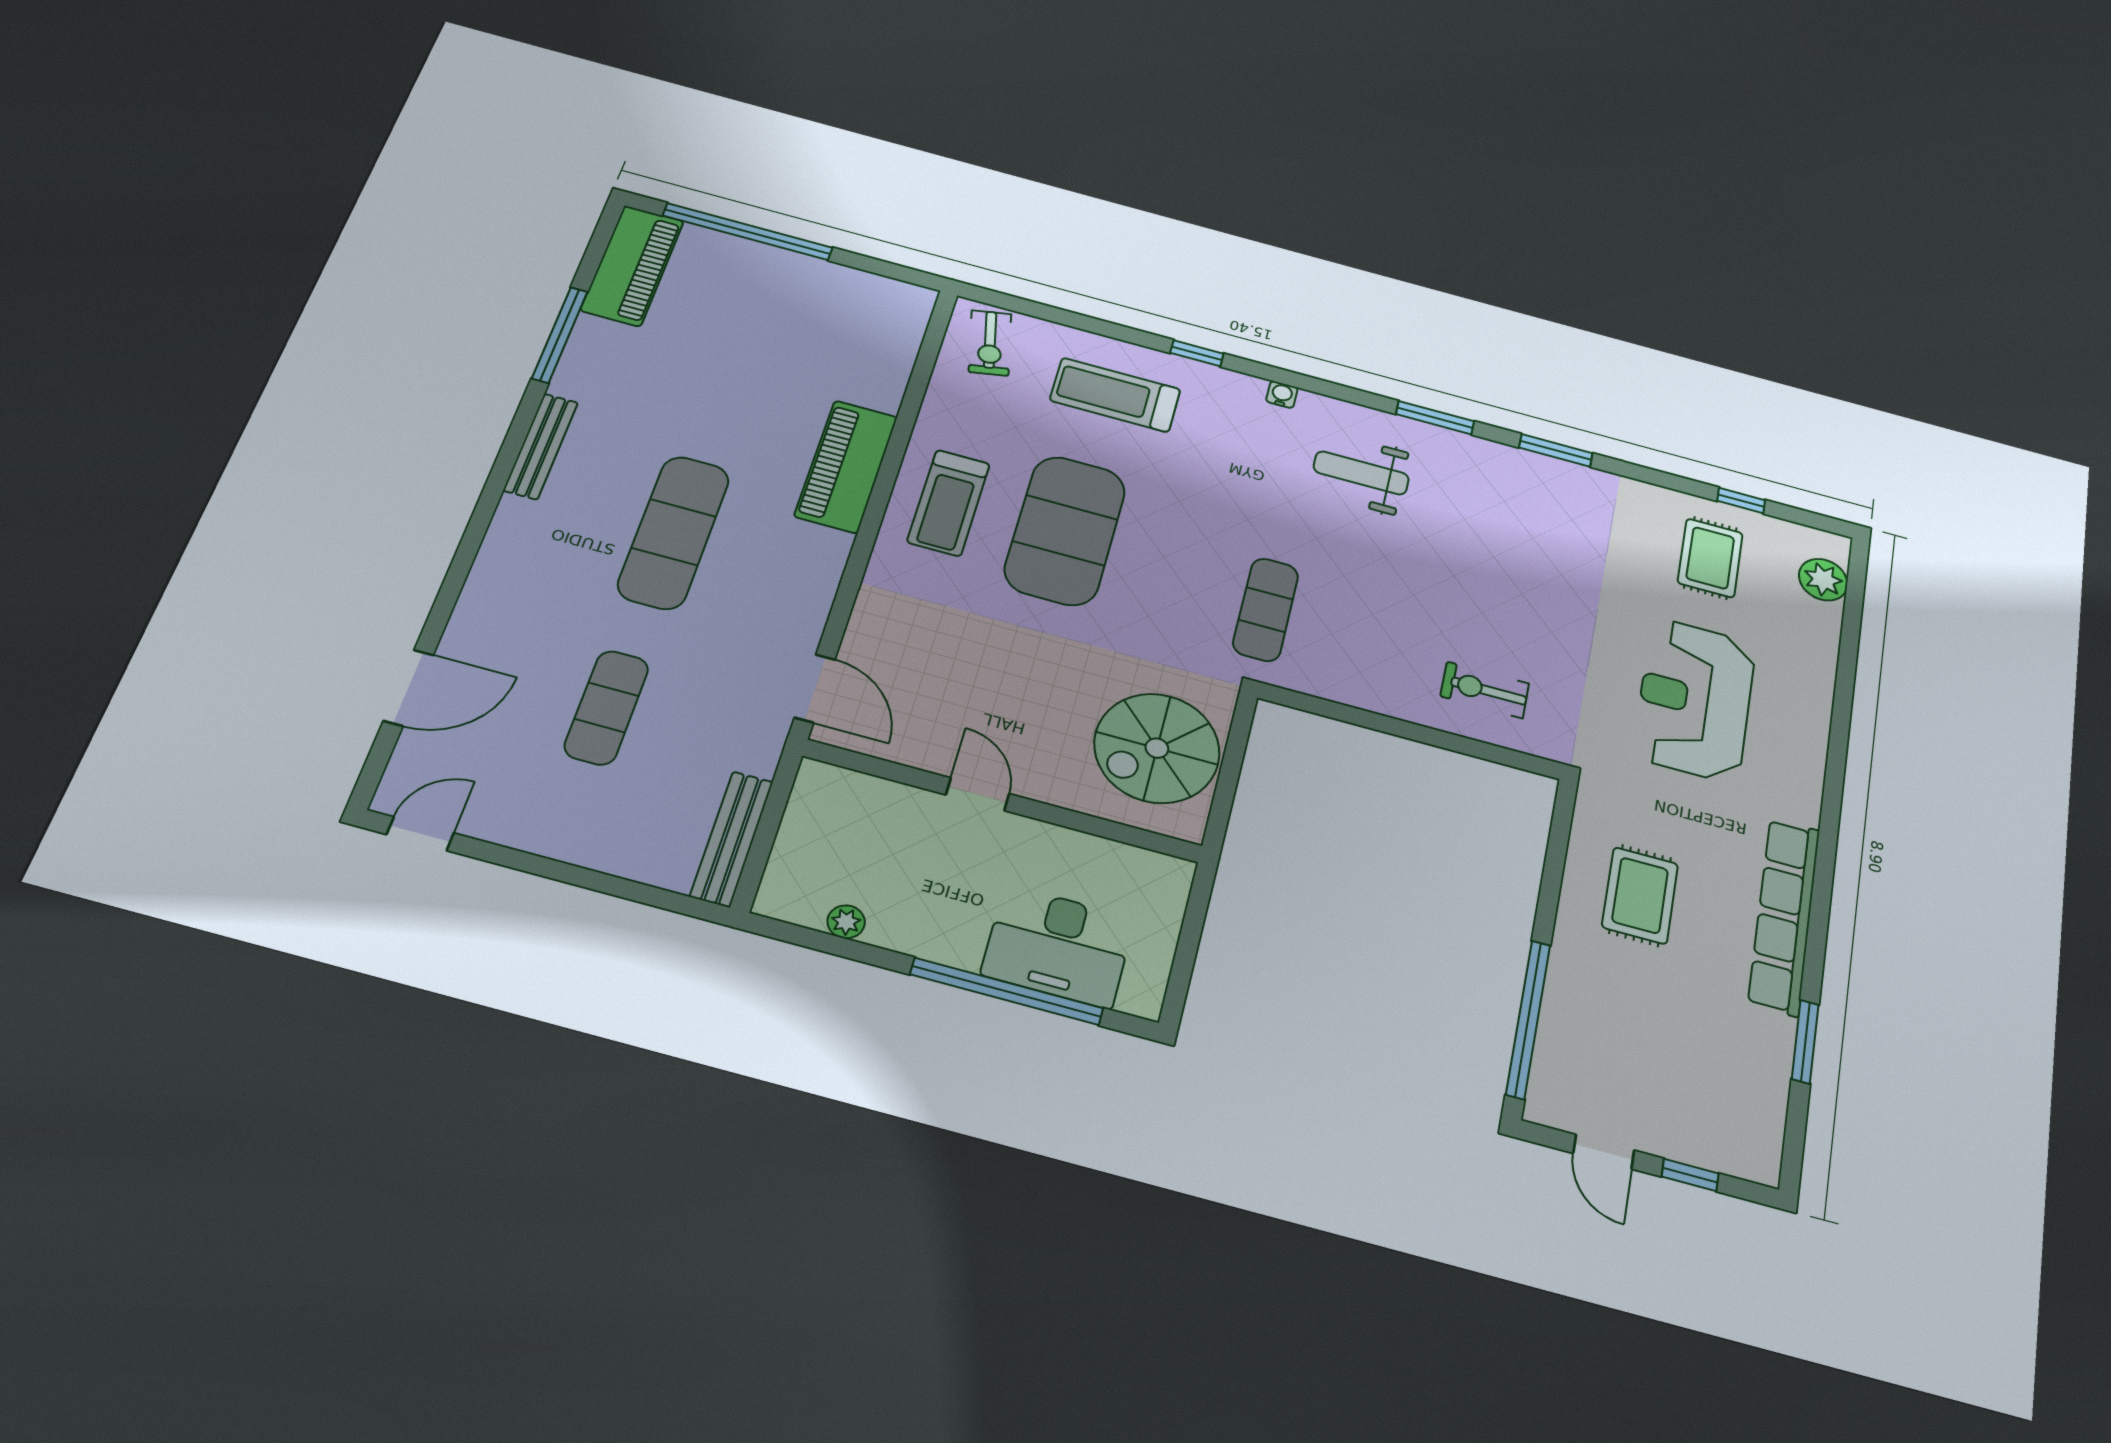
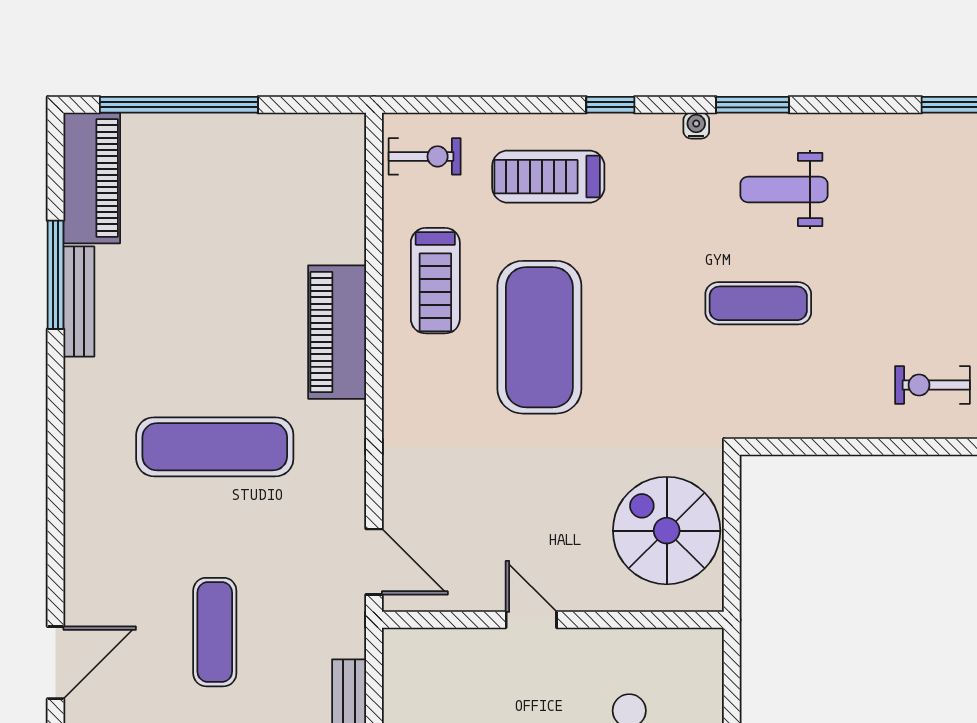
exercise bike: (990, 343) -> (425, 156), turned -78
window: (1435, 418) -> (752, 105), moved
bench: (541, 446) -> (79, 302), moved
treadmill: (949, 503) -> (435, 281), moved
exercise mat: (674, 532) -> (215, 447), turned 90
exercise mat: (1266, 610) -> (758, 303), moved, turned 90
spiral stairs: (1157, 748) -> (667, 531), turned 90

